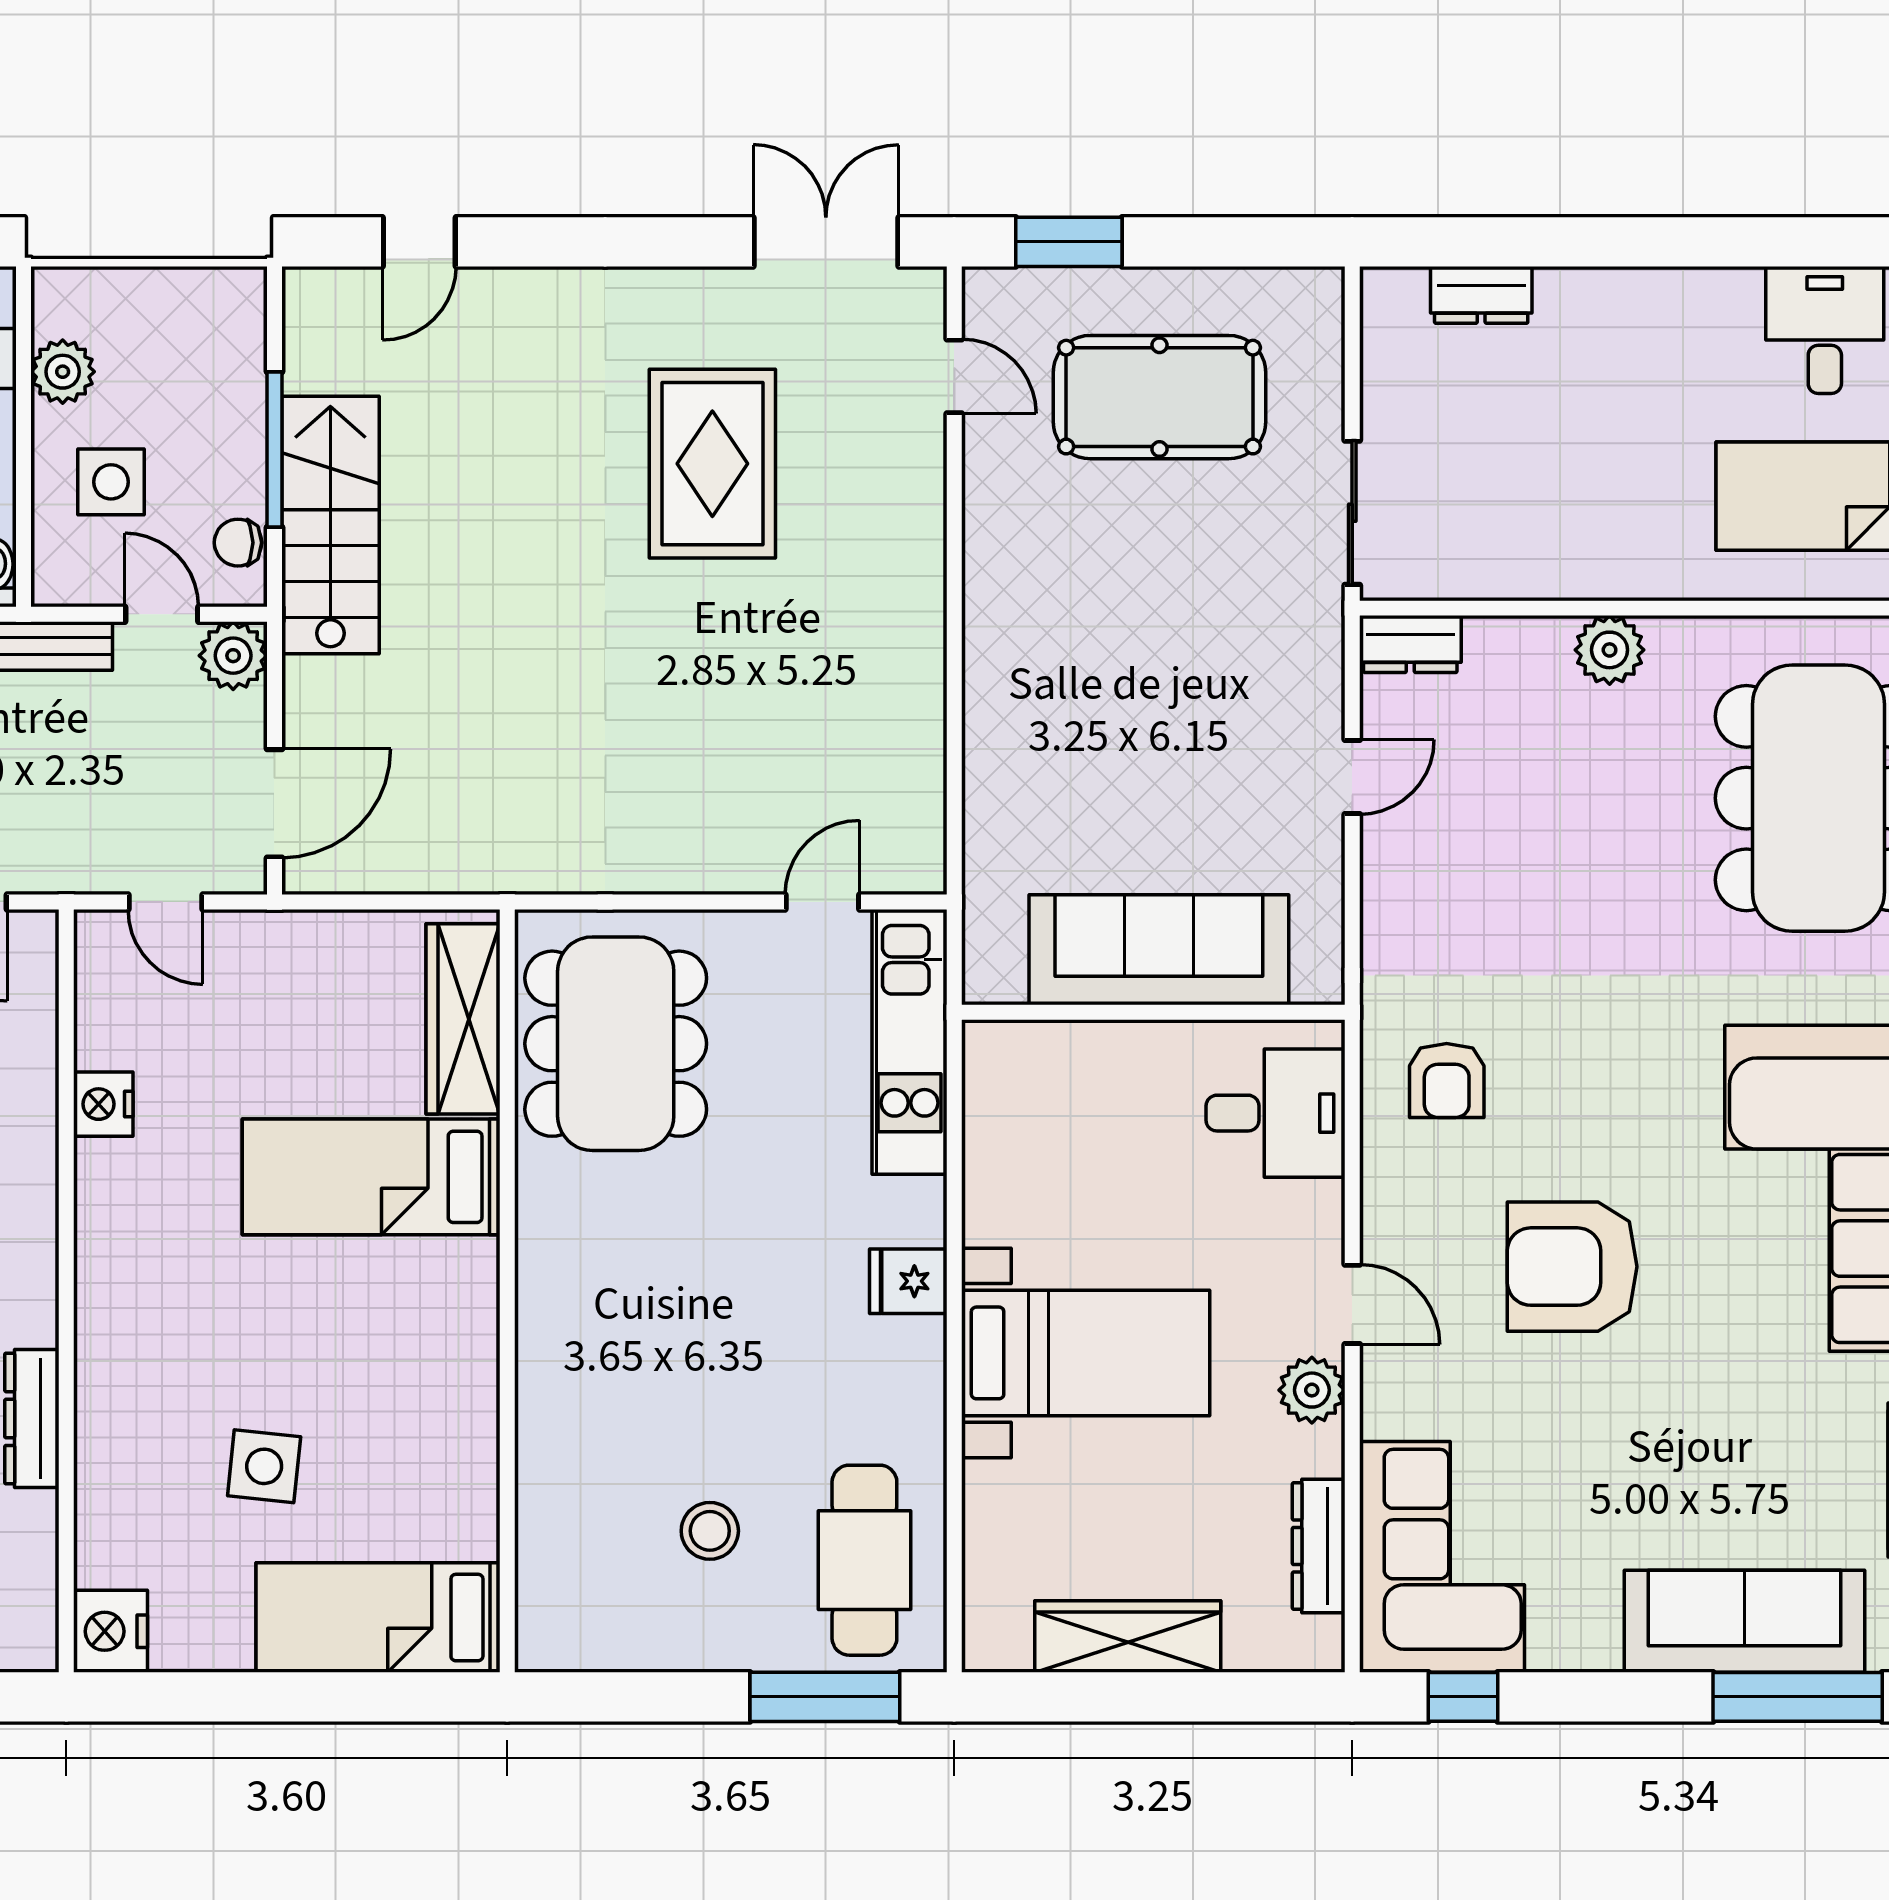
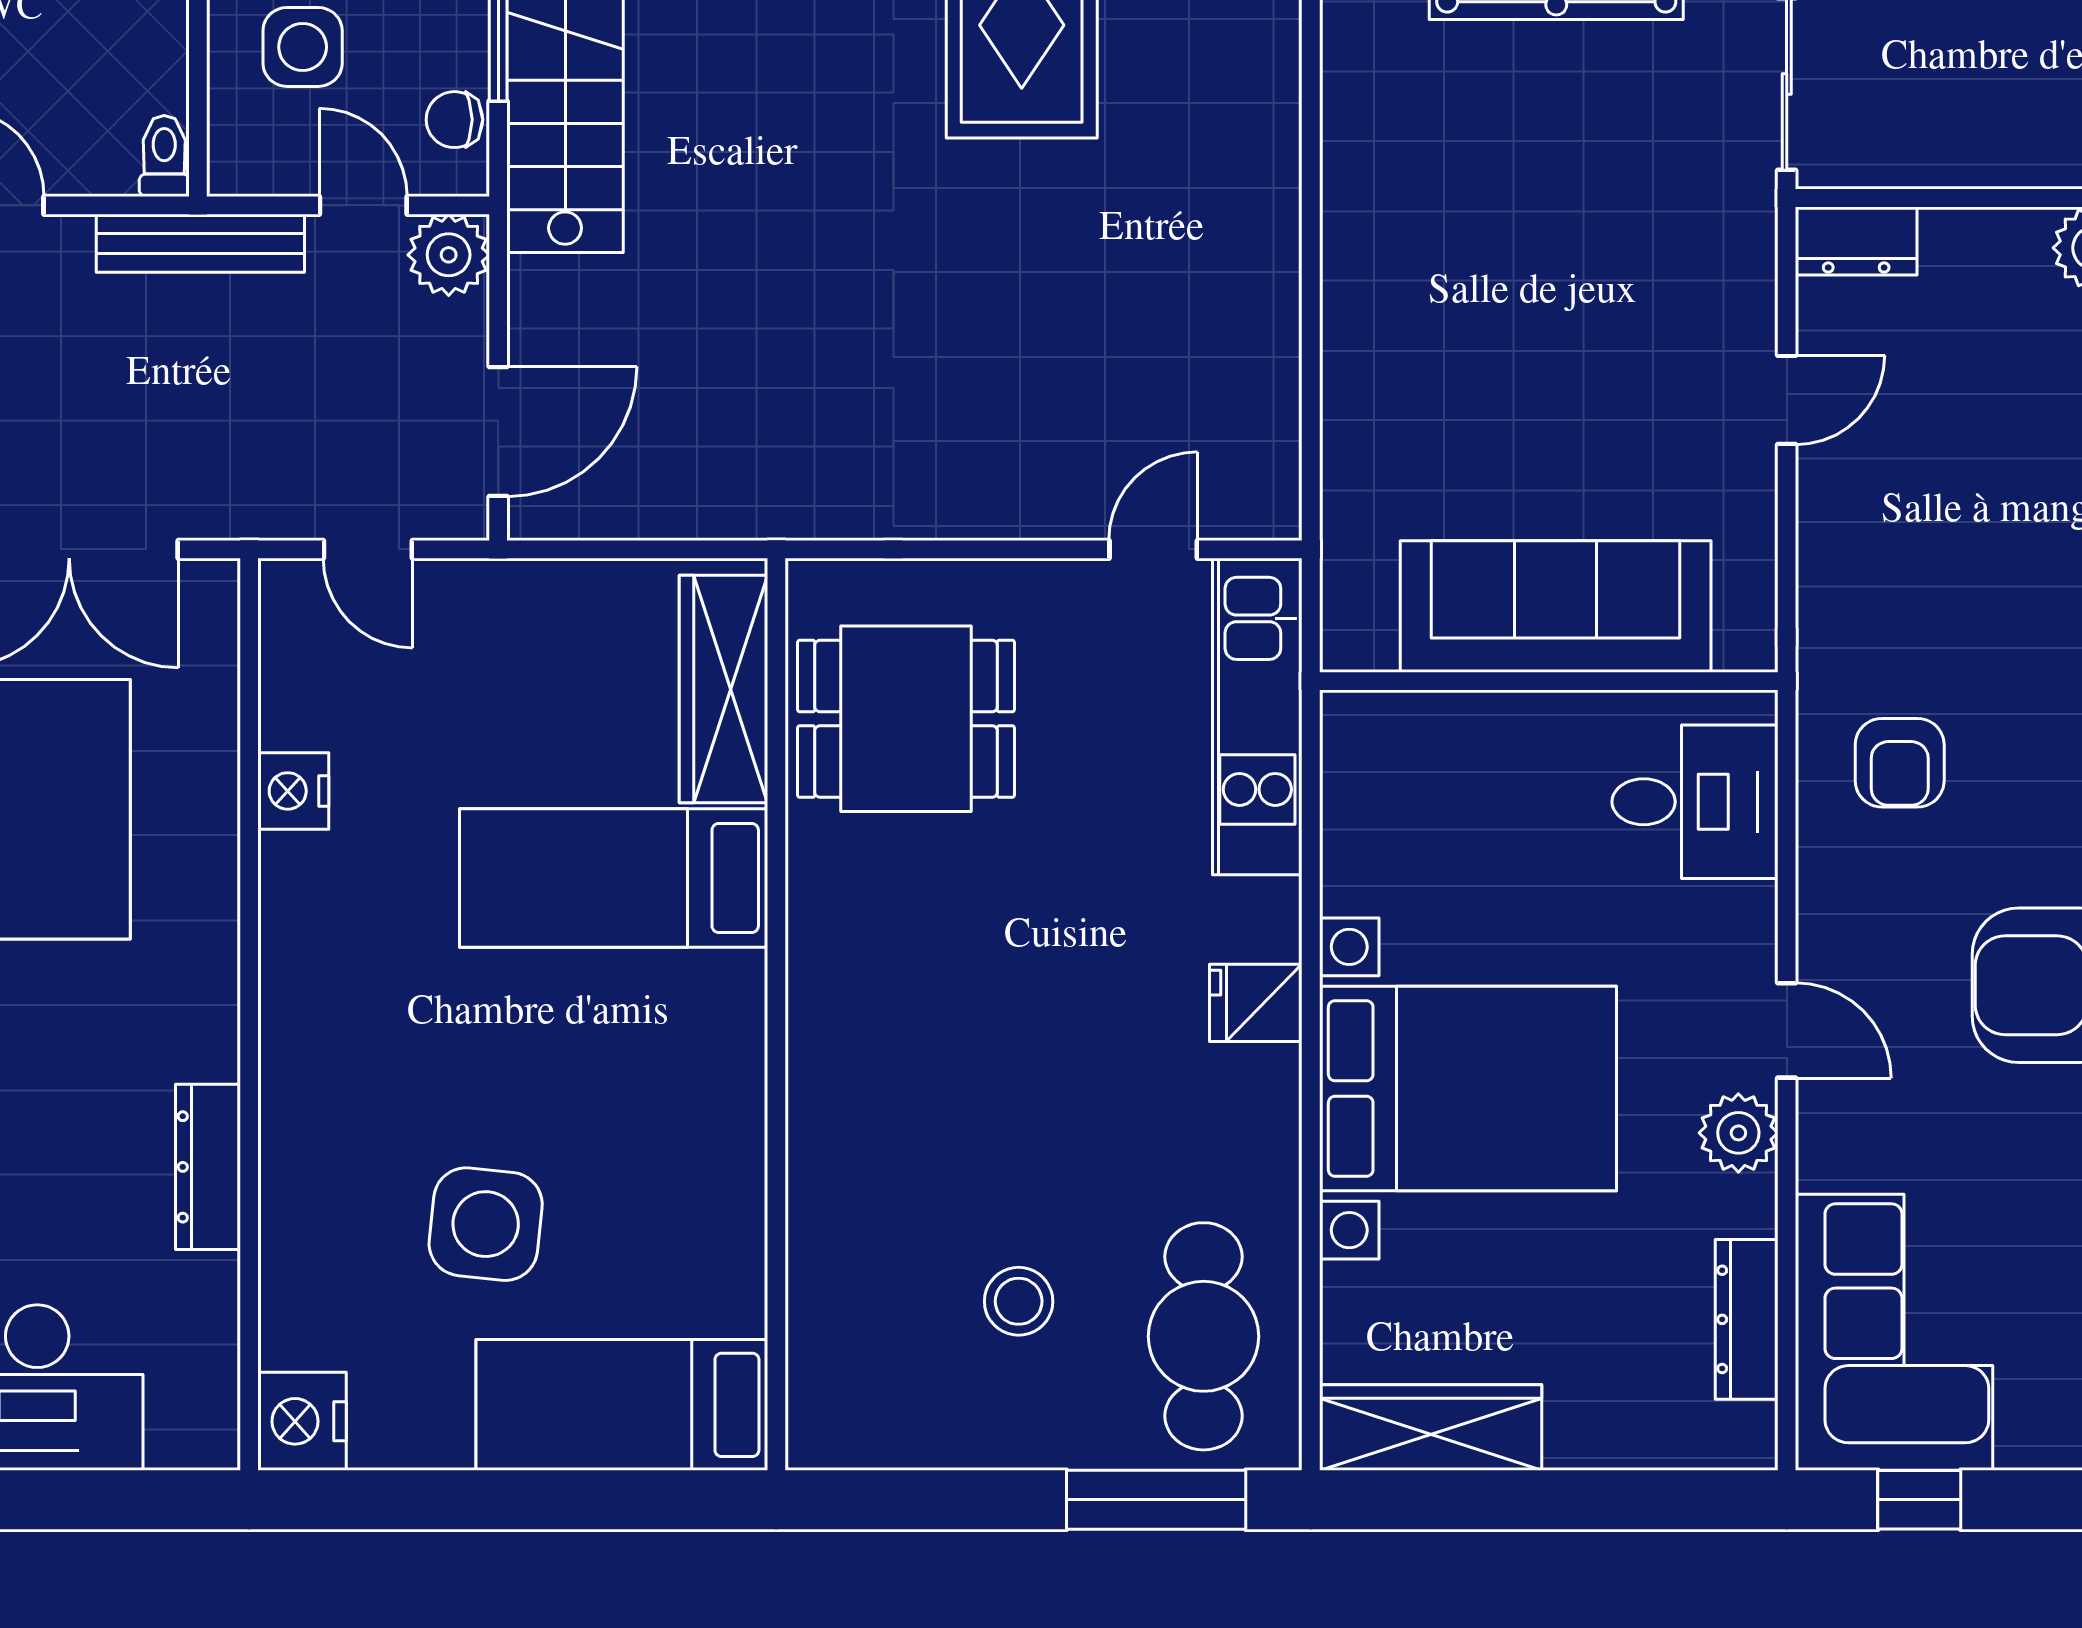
dining table: (616, 1044) -> (906, 719), width x0.73
bed with nightstands: (1086, 1353) -> (1468, 1089), width x1.36
side table: (264, 1466) -> (486, 1224), width x1.37, depth x1.37
wardrobe: (1128, 1636) -> (1431, 1428), moved

